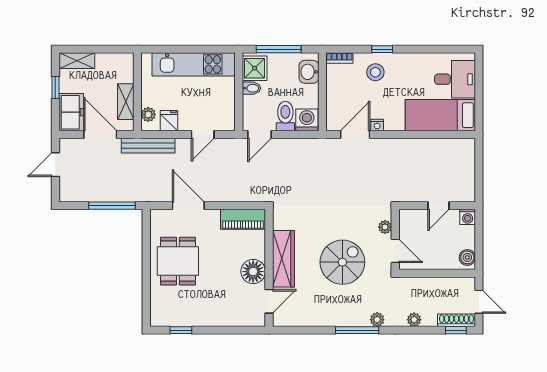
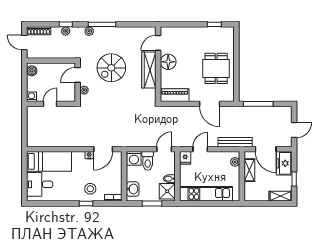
window: (279, 49) -> (152, 204), width x0.69
fridge: (169, 121) -> (185, 158), moved
door: (395, 251) -> (78, 75), hinge flipped
window: (456, 330) -> (66, 24), moved

